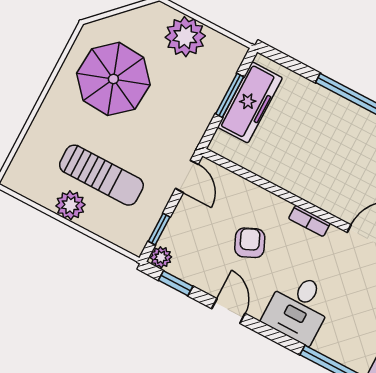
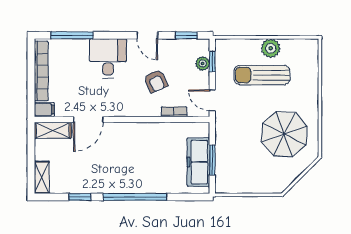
plant: (185, 37) -> (256, 180), removed
bookcase: (309, 221) -> (174, 112), moved
plant: (161, 257) -> (203, 64), moved

